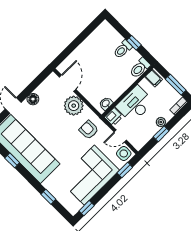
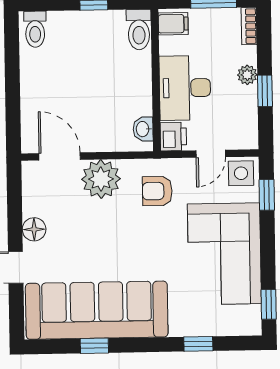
toilet: (123, 49) -> (35, 29), moved

